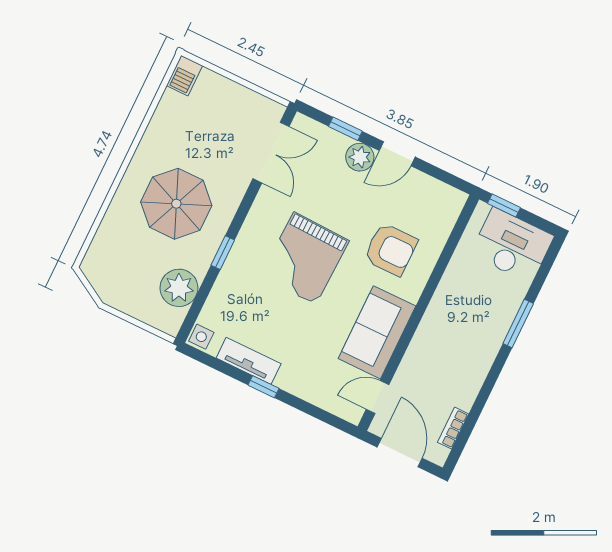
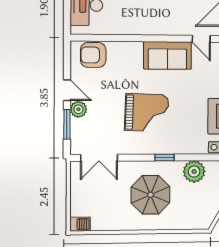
window: (345, 129) -> (67, 124), width x1.50
double door: (271, 153) -> (99, 158), swing flipped
window: (504, 205) -> (67, 19), removed
armchair: (391, 249) -> (93, 55), moved, turned -90

